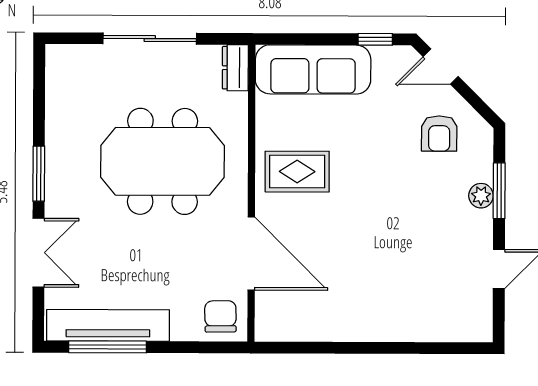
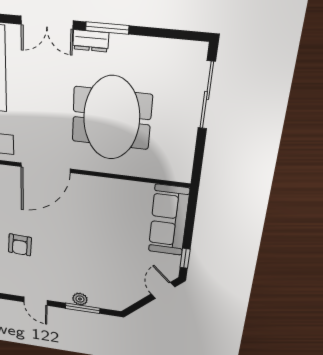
sliding door: (150, 39) -> (207, 95), moved
dresser: (235, 68) -> (91, 41), moved, turned 180
armchair: (439, 133) -> (20, 245), moved, turned -87
rug: (297, 172) -> (100, 202), removed

